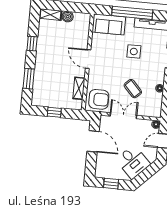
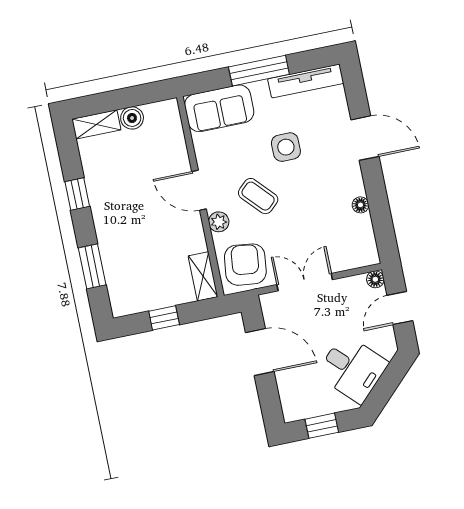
window: (132, 13) -> (259, 71), width x0.68
plant: (93, 76) -> (219, 222), added
shelving: (79, 88) -> (203, 276), moved
coffee table: (133, 89) -> (258, 196), moved
armchair: (99, 99) -> (245, 265), turned -83

